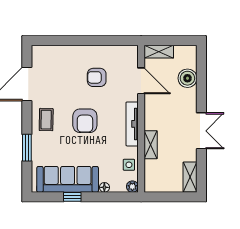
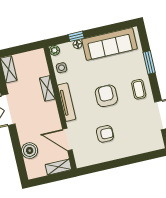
window: (72, 197) -> (76, 36), moved

